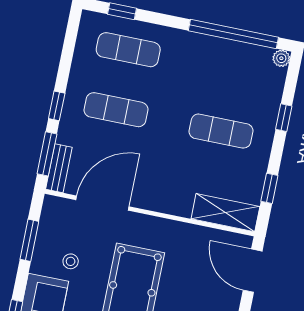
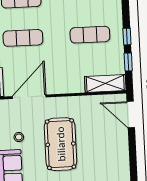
window: (284, 118) -> (127, 37), moved

